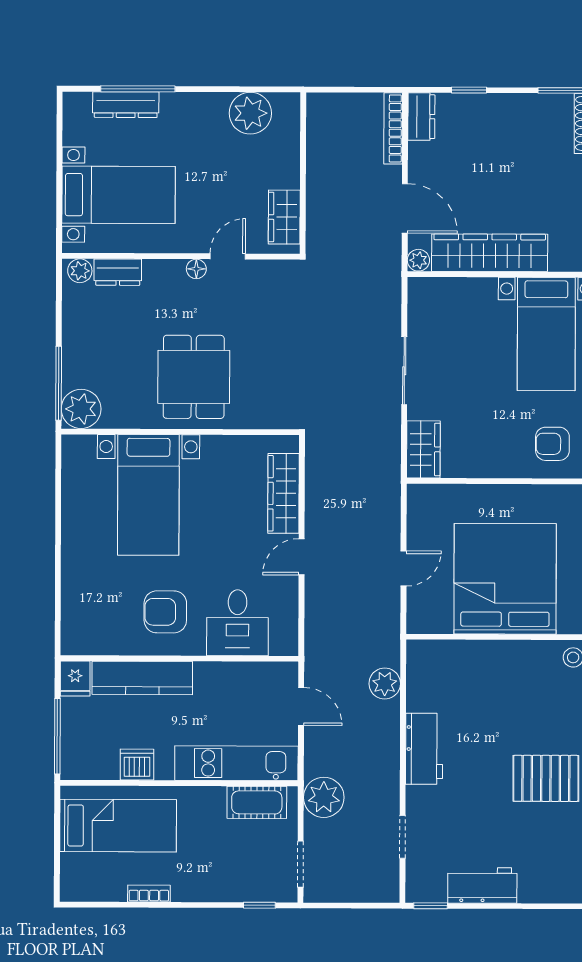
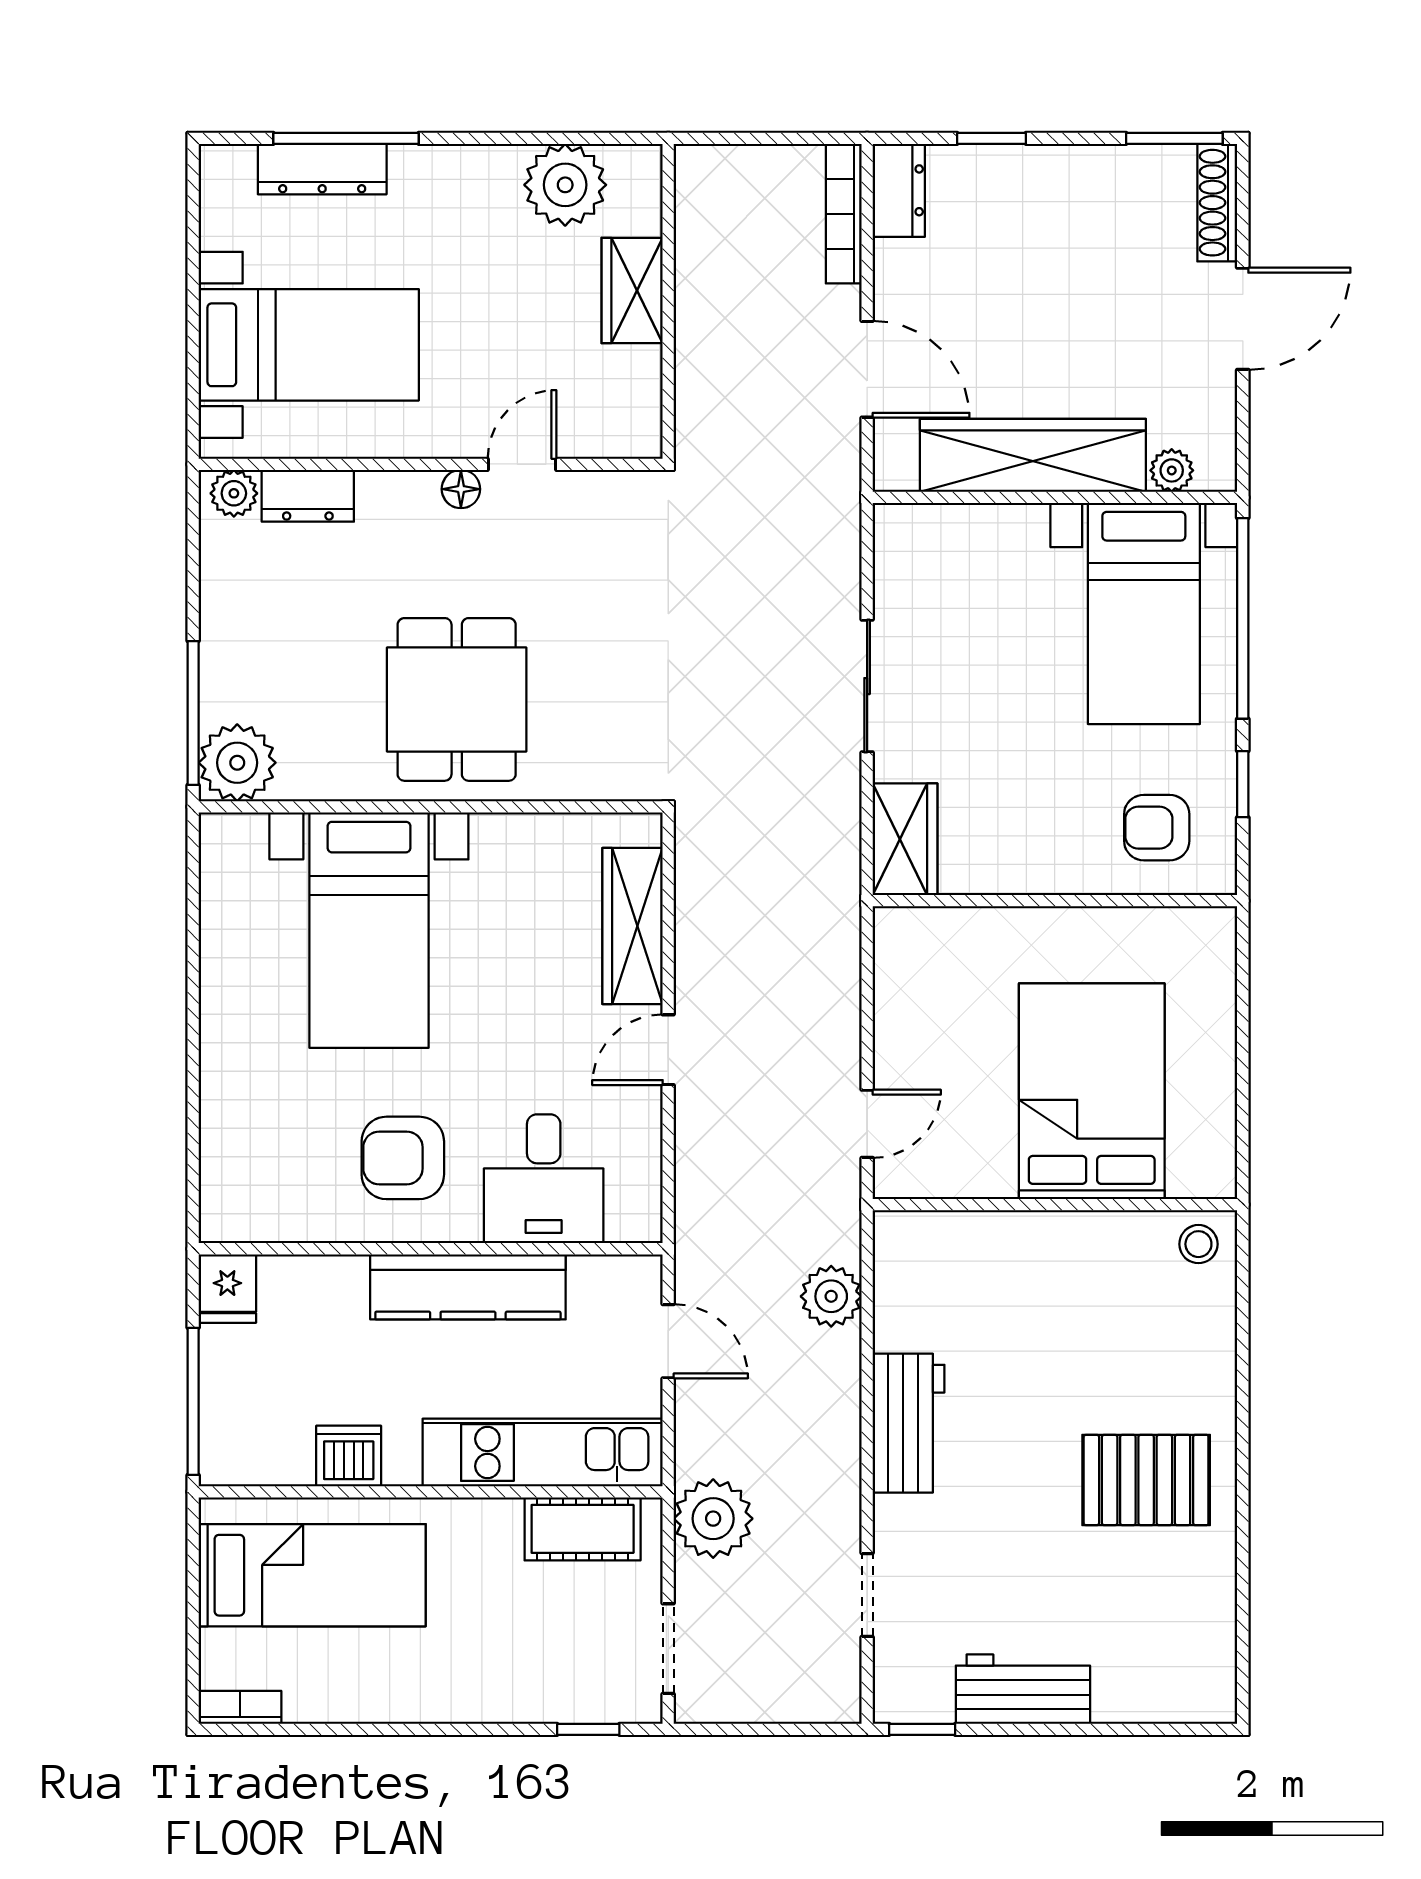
wardrobe: (284, 217) -> (632, 291), moved
plant: (418, 260) -> (1172, 470), moved
door: (404, 568) -> (867, 1124), moved
bed: (505, 579) -> (1092, 1091), width x0.73
kitchen counter: (142, 678) -> (468, 1287), moved
bookcase: (149, 894) -> (240, 1707), moved

